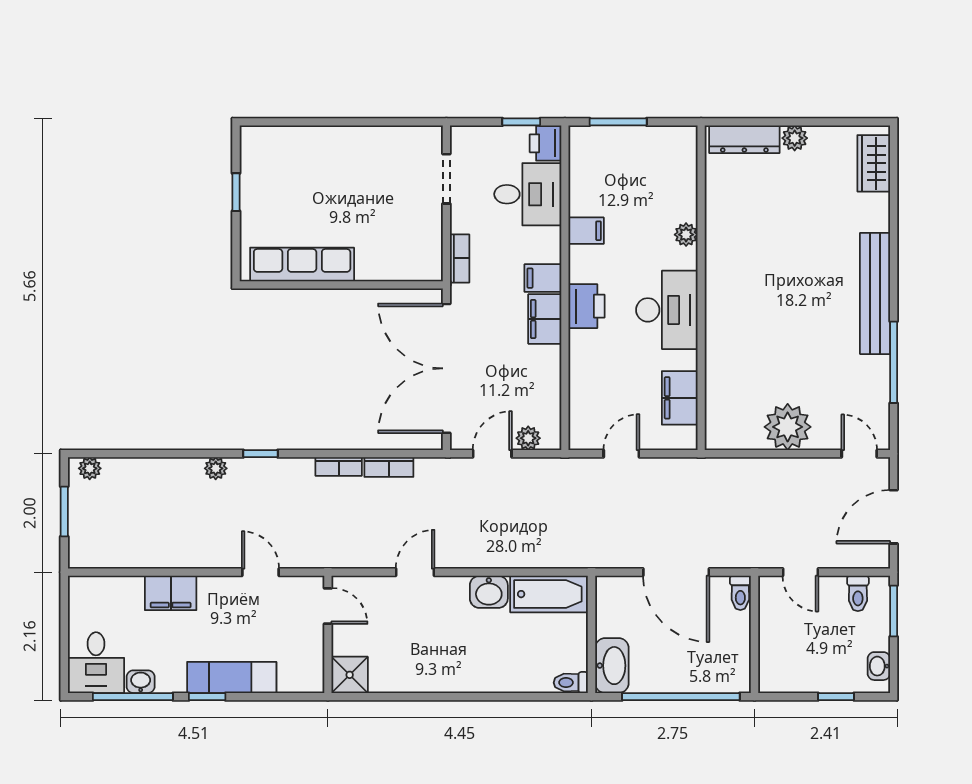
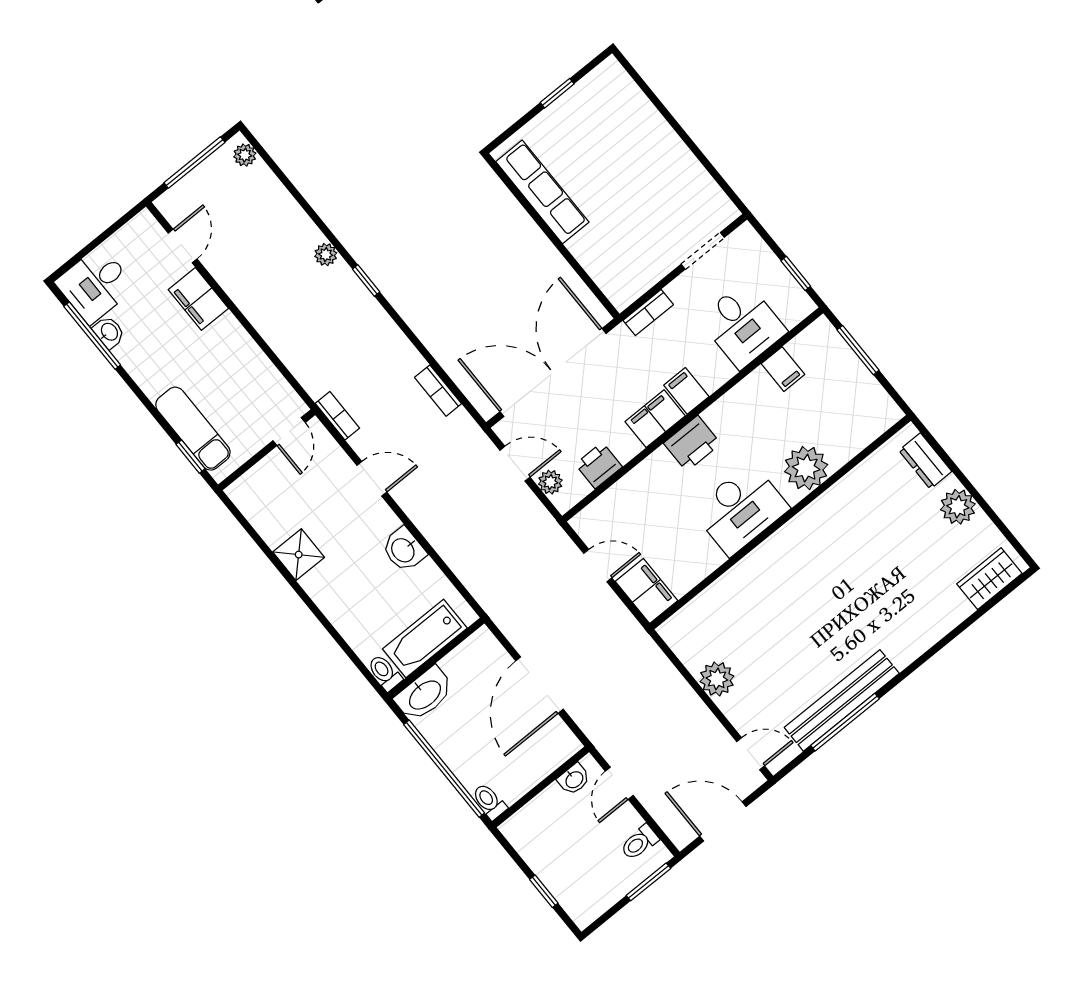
plant: (795, 138) -> (958, 507), width x1.38, depth x1.38
dresser: (744, 139) -> (925, 461), width x0.70
printer: (545, 143) -> (599, 466), moved
filing cabinet: (586, 231) -> (783, 369), moved
plant: (686, 235) -> (806, 468), width x1.88, depth x1.88
bench: (875, 293) -> (842, 700), moved
filing cabinet: (680, 398) -> (647, 591), moved, turned 90
plant: (788, 427) -> (717, 679), width x0.73, depth x0.73
door: (859, 454) -> (751, 754), hinge flipped
bookcase: (339, 467) -> (337, 416), moved, turned 180
window: (64, 511) -> (194, 163), width x1.44
door: (260, 572) -> (183, 246), moved
toilet: (740, 593) -> (489, 801), moved, turned 90
bathtub: (549, 594) -> (425, 639), moved, turned 90
washbasin: (879, 666) -> (574, 779), moved, turned 180
shower: (350, 675) -> (299, 555), moved
exam couch: (232, 677) -> (193, 429), moved
window: (207, 697) -> (190, 457), moved

